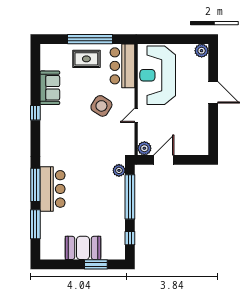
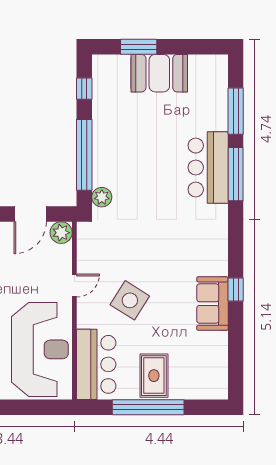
rug: (86, 59) -> (154, 376), turned 90
sofa: (50, 88) -> (212, 304), moved

